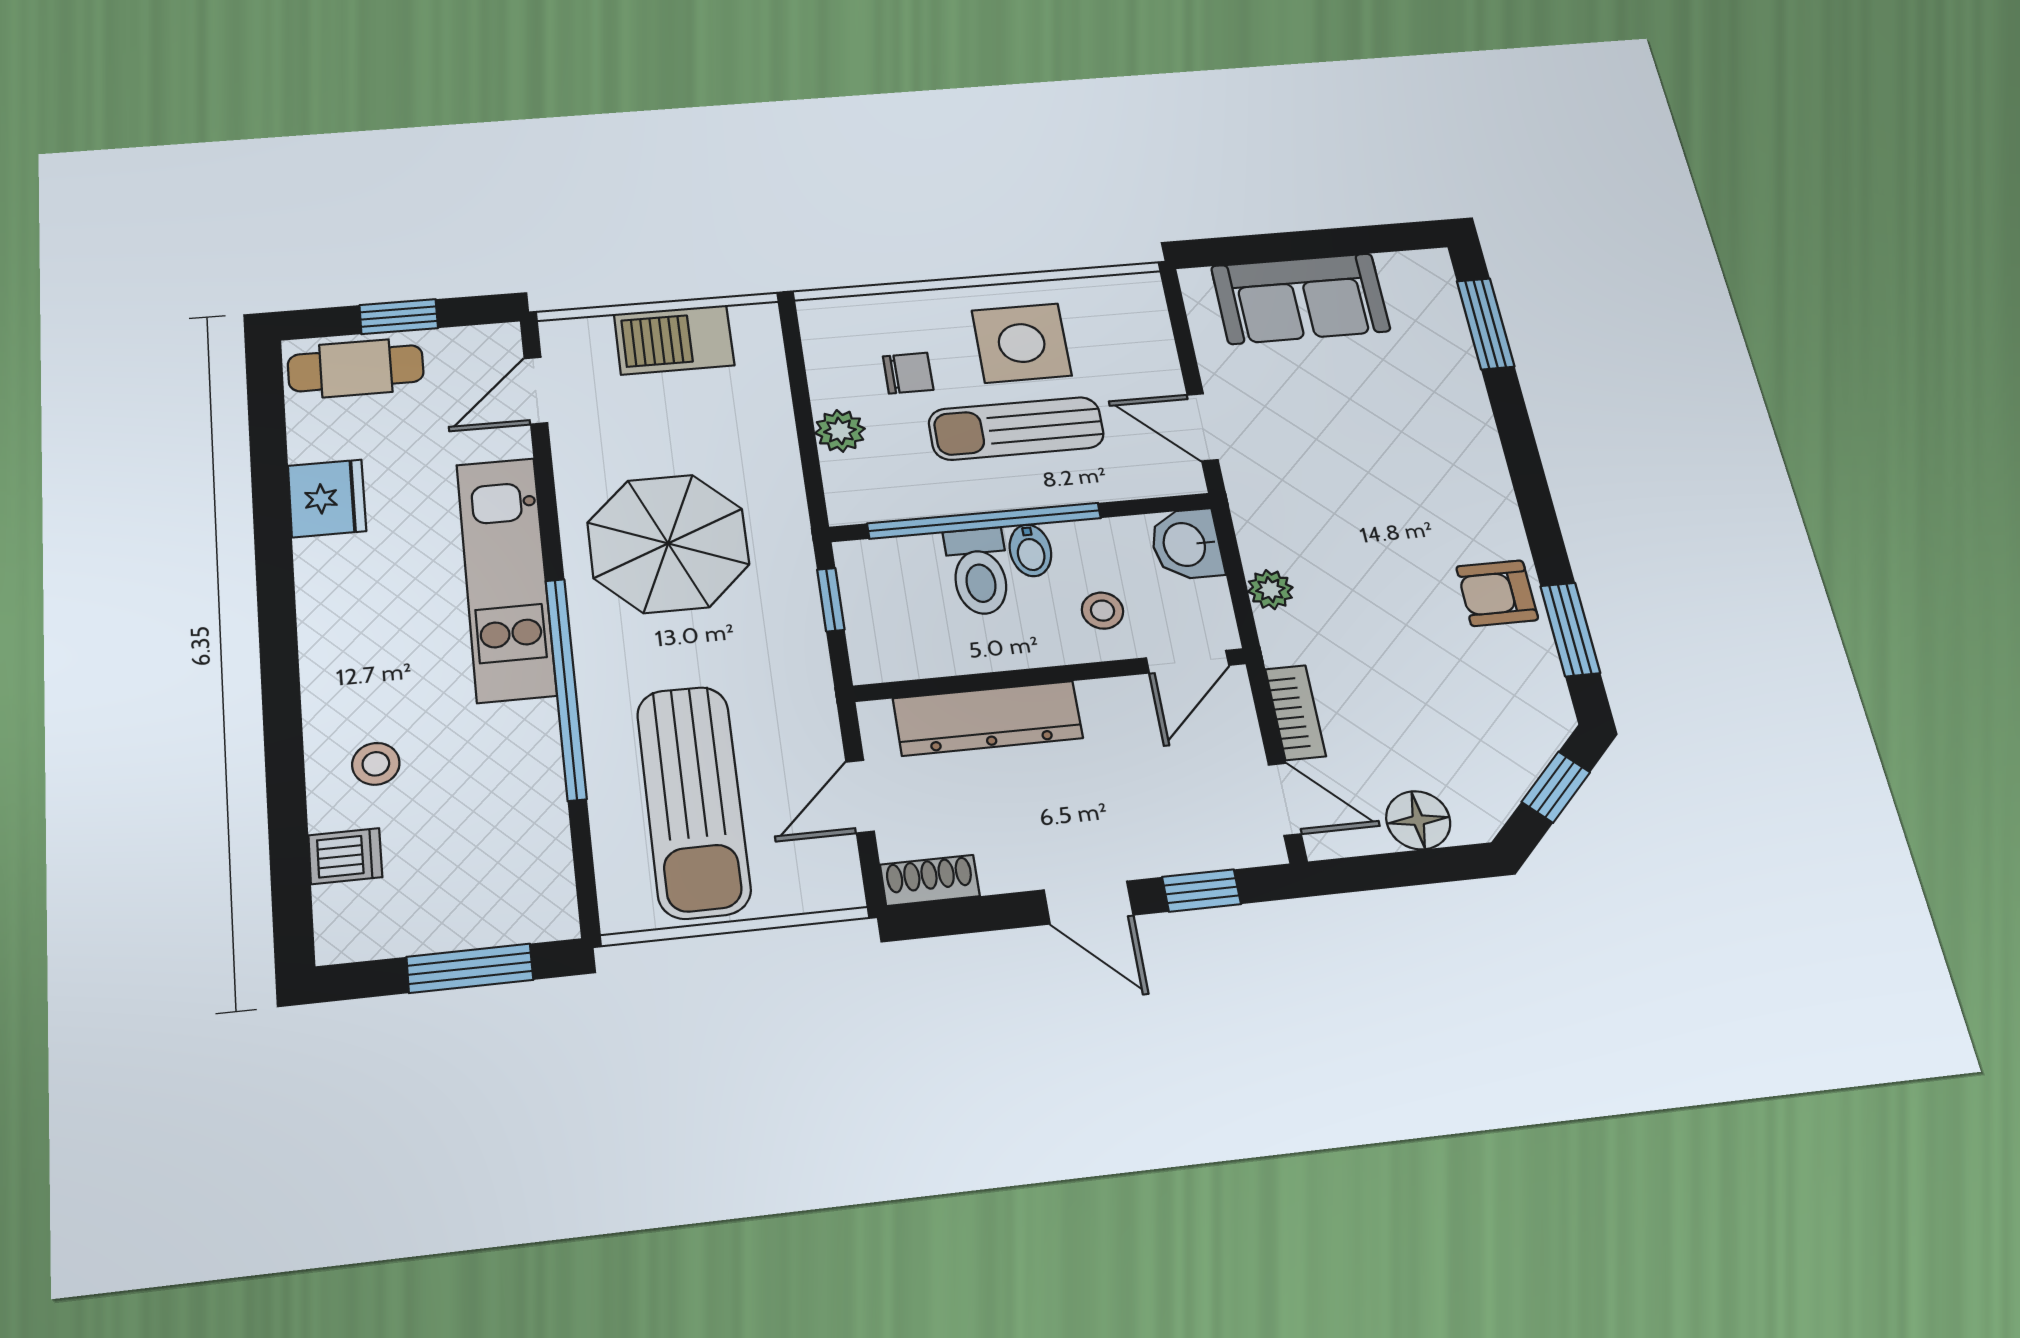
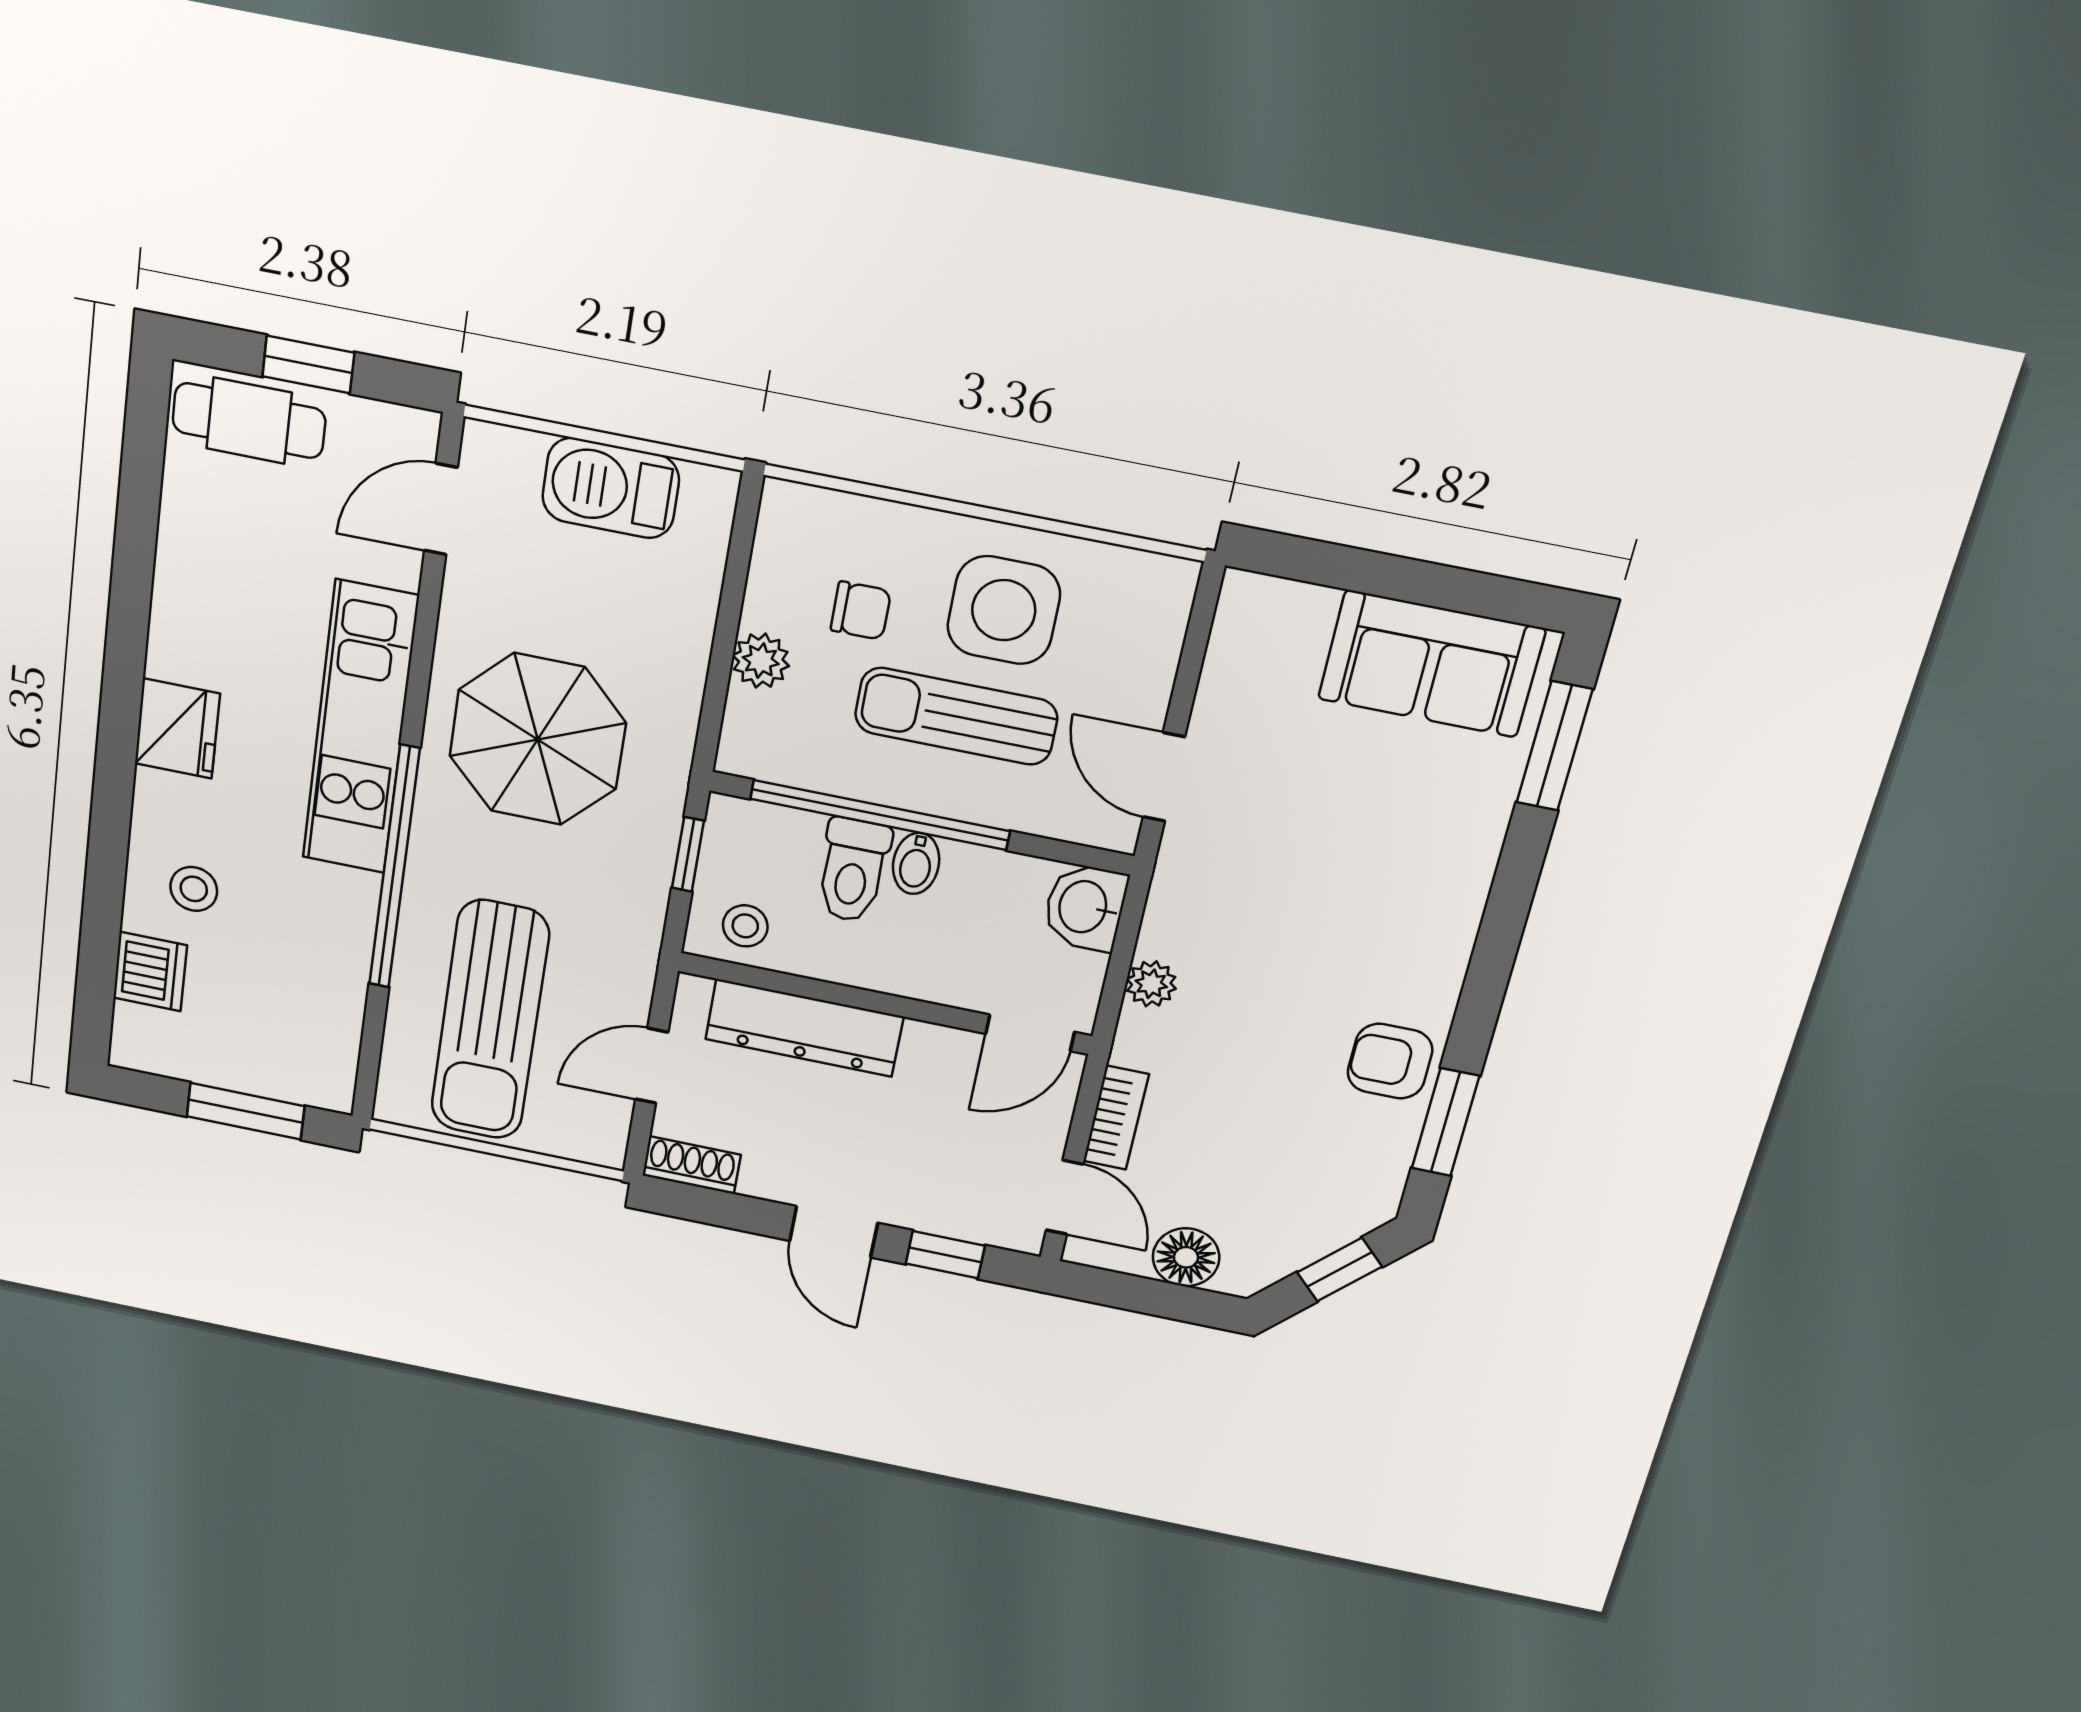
sofa: (1301, 299) -> (1431, 664), moved
fridge: (327, 498) -> (177, 729), moved
stool: (1102, 611) -> (745, 926), moved
dishwasher: (345, 856) -> (150, 972), width x1.38

